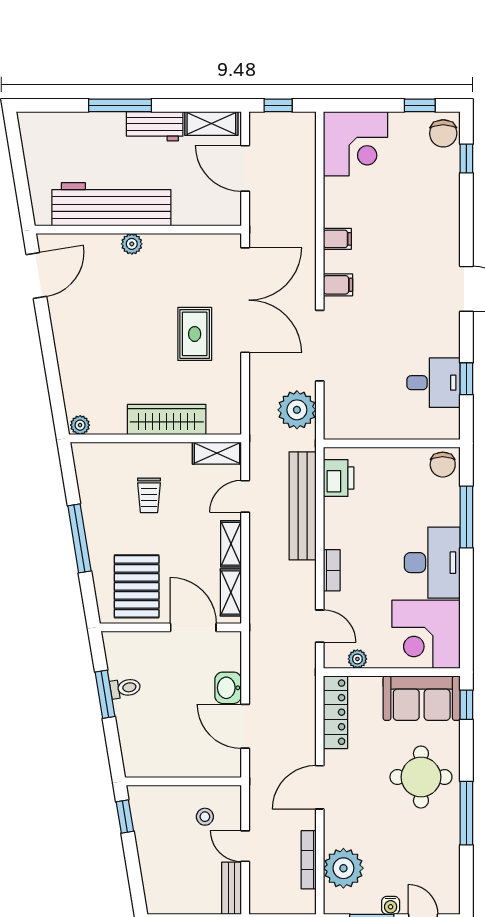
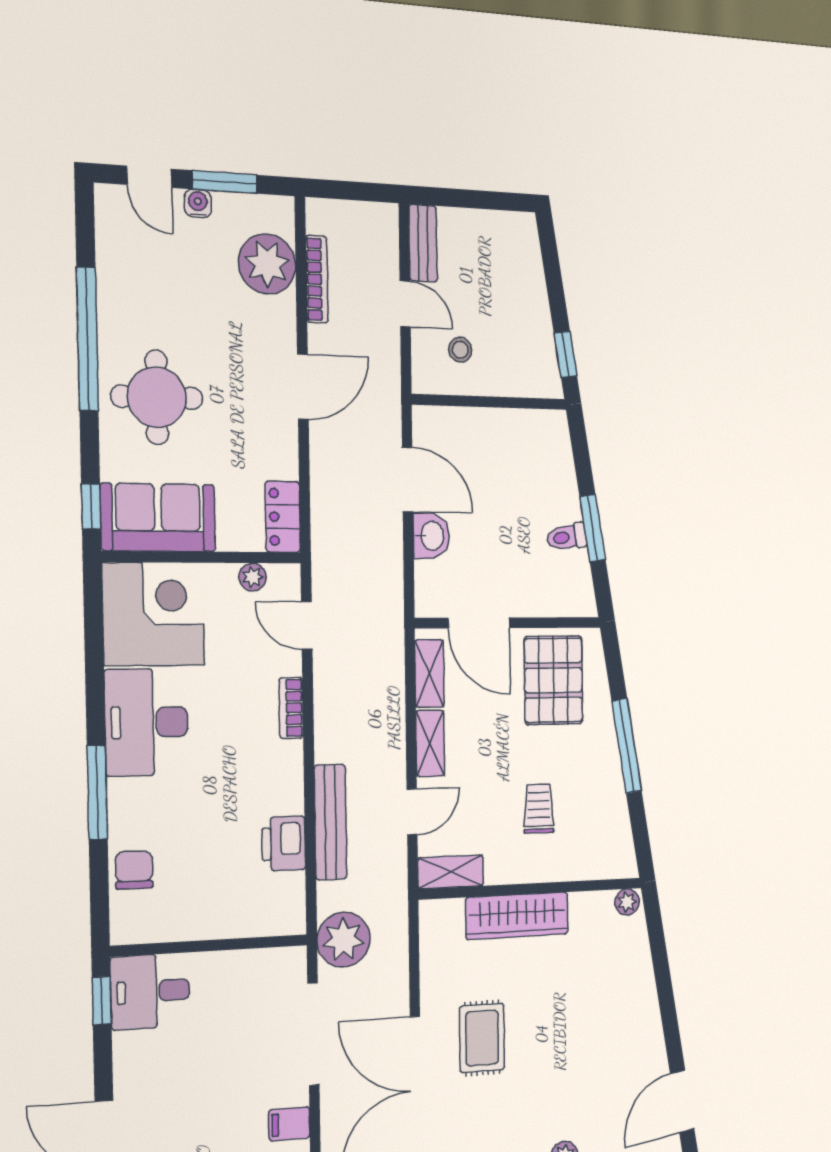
wall: (392, 443) -> (210, 946), moved
bench: (303, 506) -> (331, 822), width x0.73, depth x0.82
locker: (336, 712) -> (283, 517), width x0.66
window: (466, 813) -> (87, 339), width x1.46

